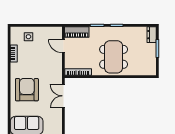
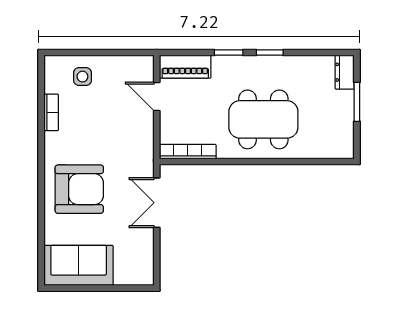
dining table: (114, 57) -> (263, 119), turned 90
armchair: (27, 90) -> (79, 189), turned 90

